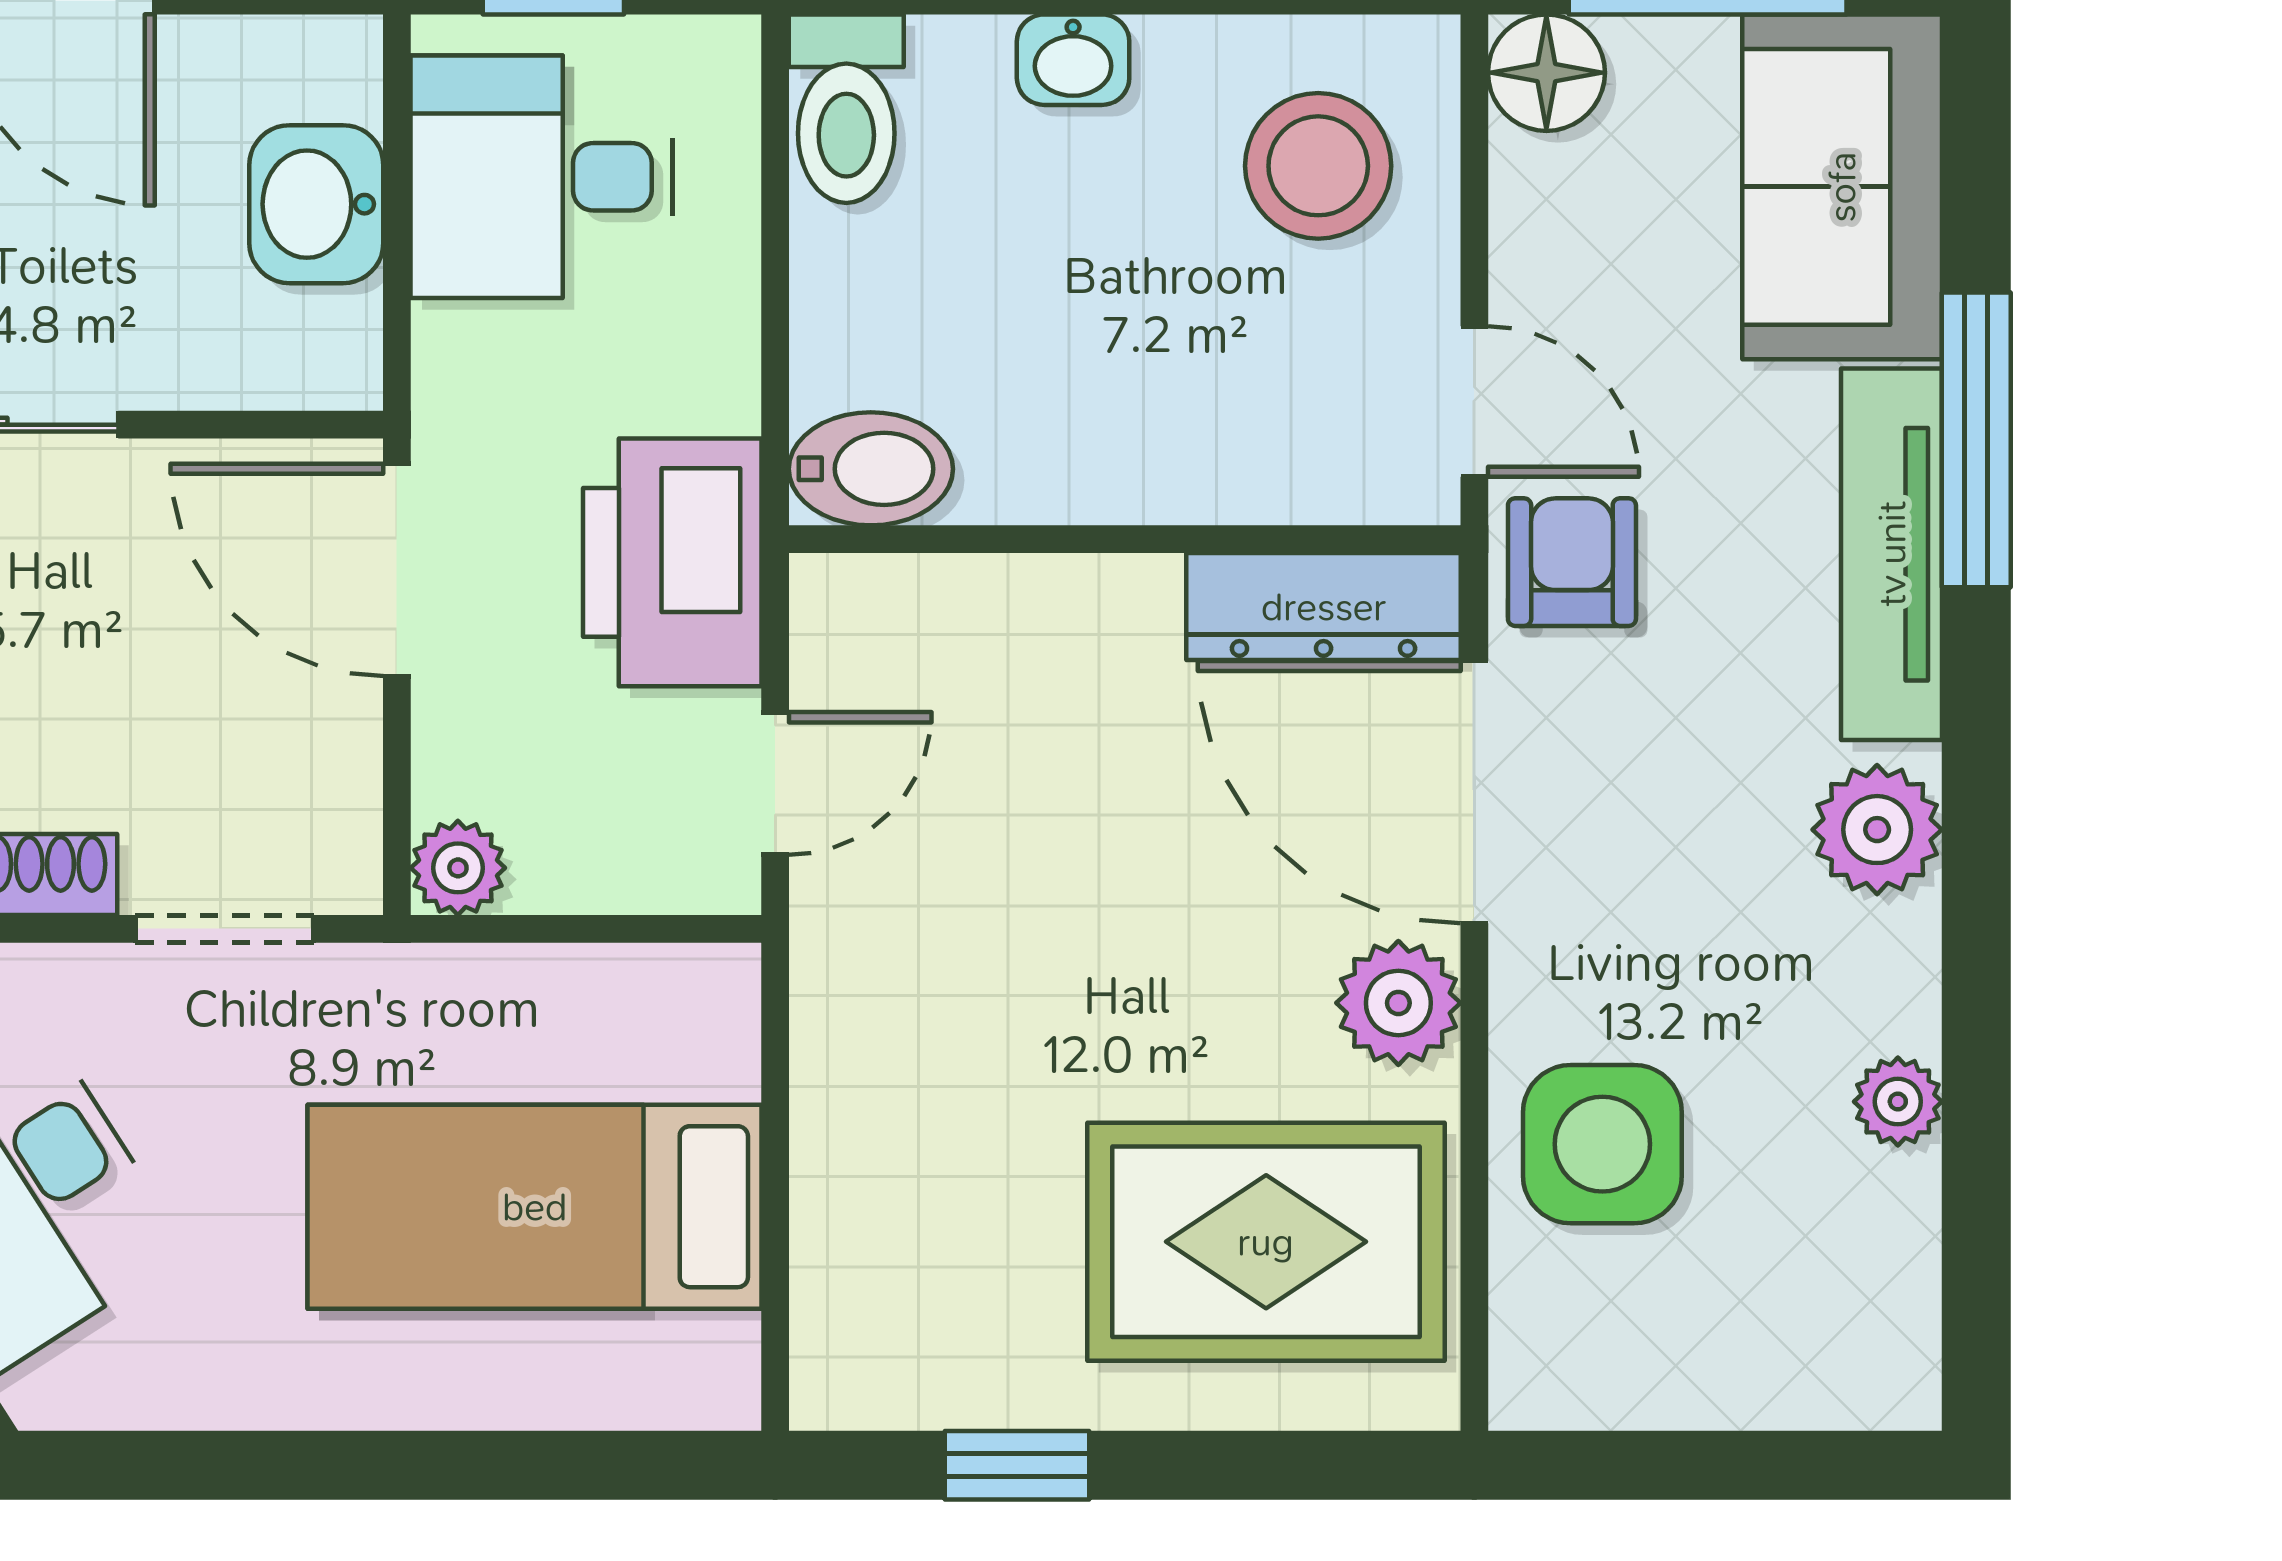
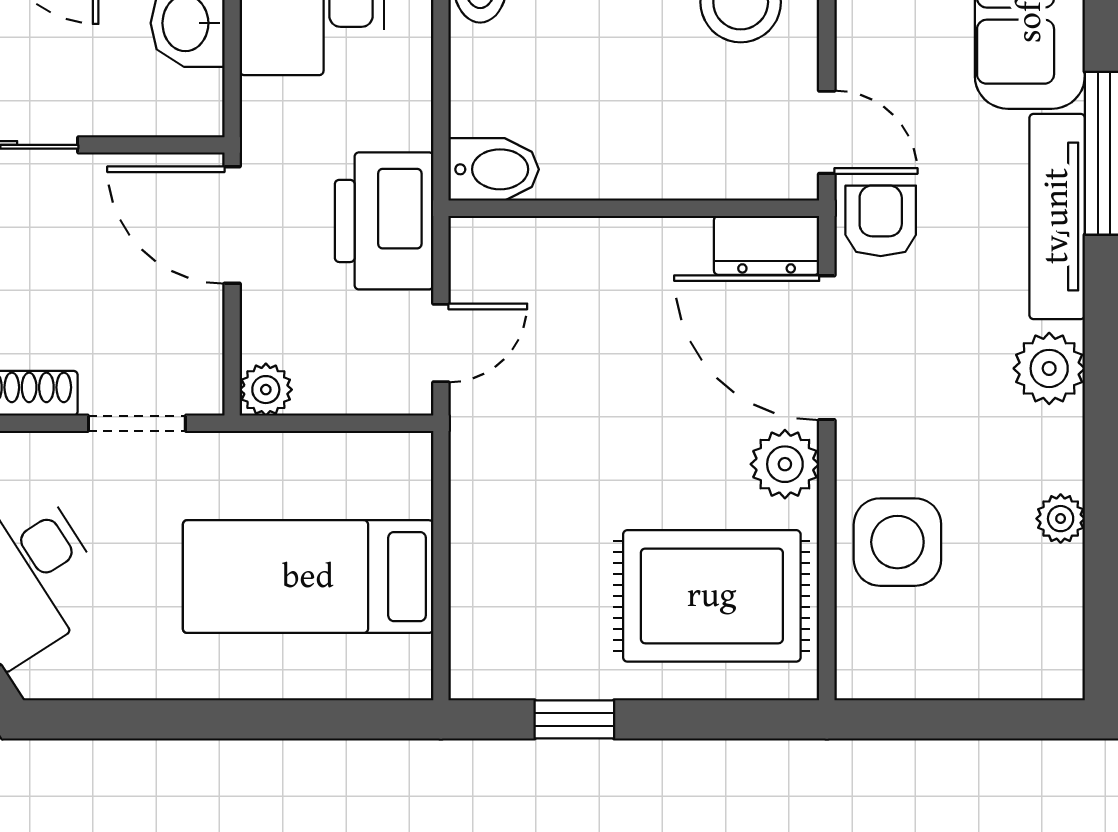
dresser: (1324, 607) -> (767, 245), width x0.70

